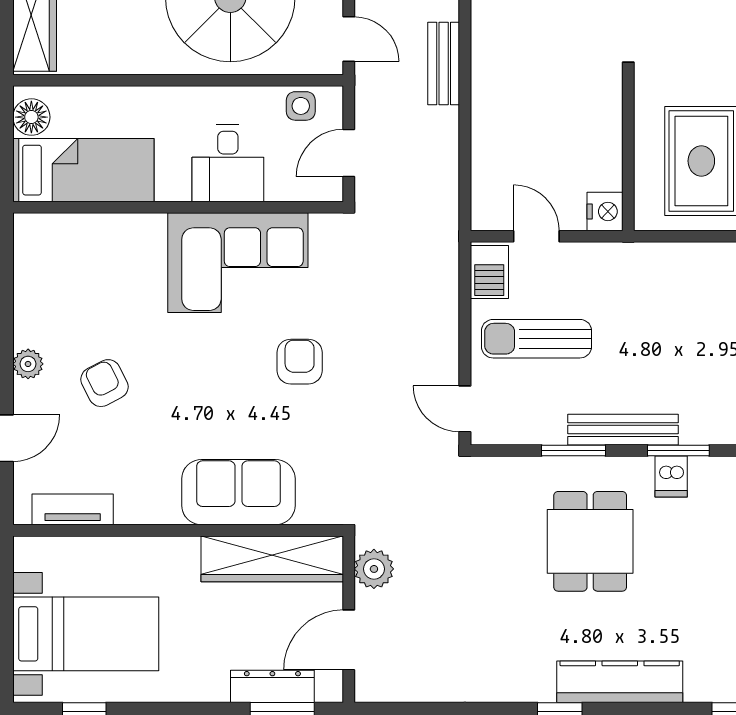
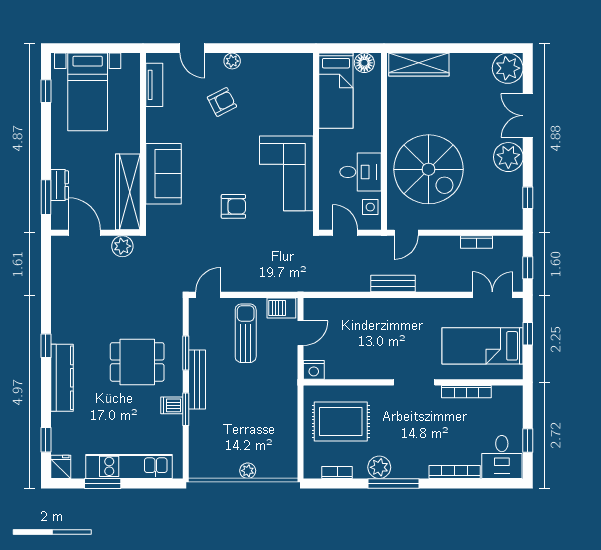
desk: (228, 163) -> (361, 172), moved, turned 180
dresser: (272, 686) -> (60, 185), width x0.70

